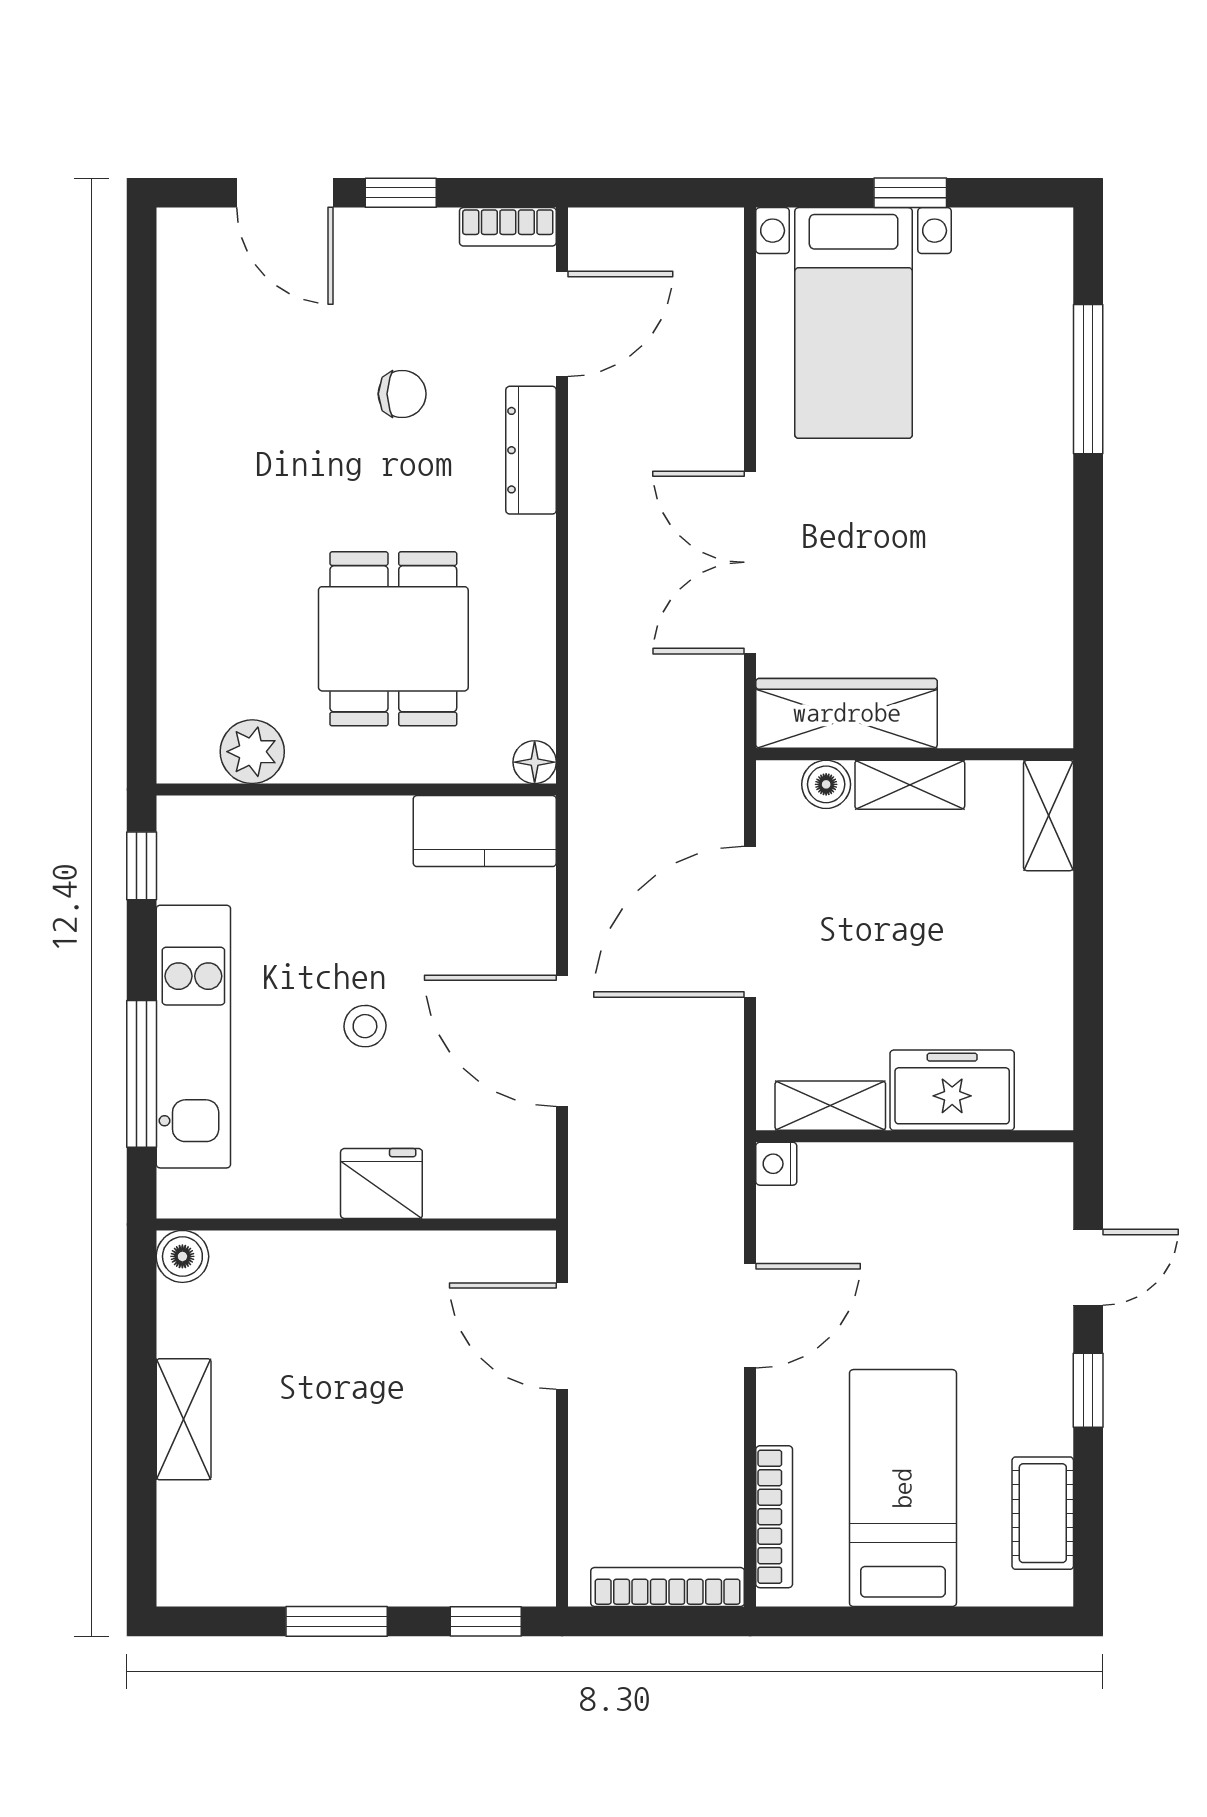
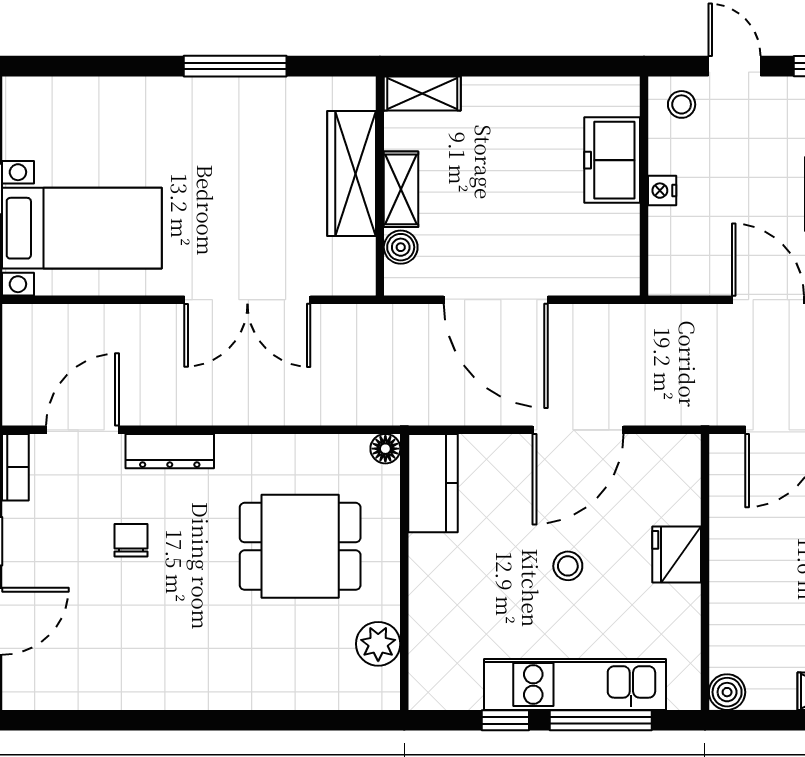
door: (562, 324) -> (83, 430), hinge flipped
window: (1088, 379) -> (235, 66), moved
wardrobe: (847, 713) -> (352, 174), moved
window: (142, 866) -> (505, 720), moved
shelving: (830, 1106) -> (623, 244), removed
nightstand: (776, 1164) -> (662, 191), moved, turned 90
stool: (1033, 1191) -> (682, 104), added

